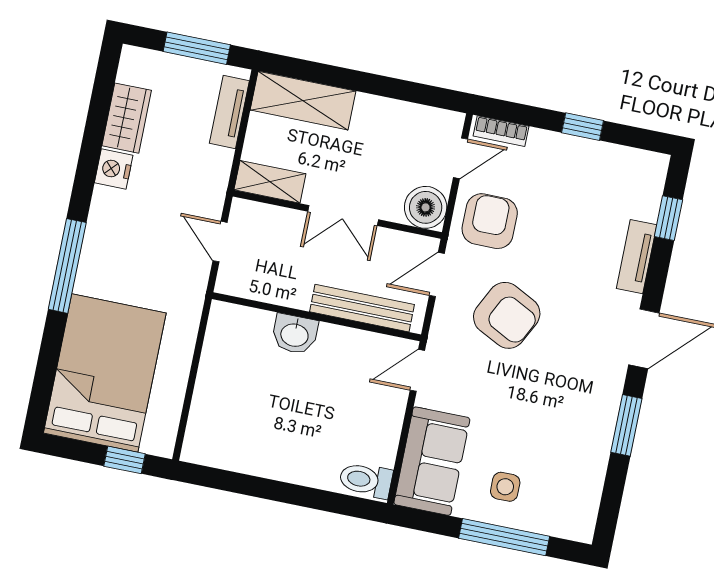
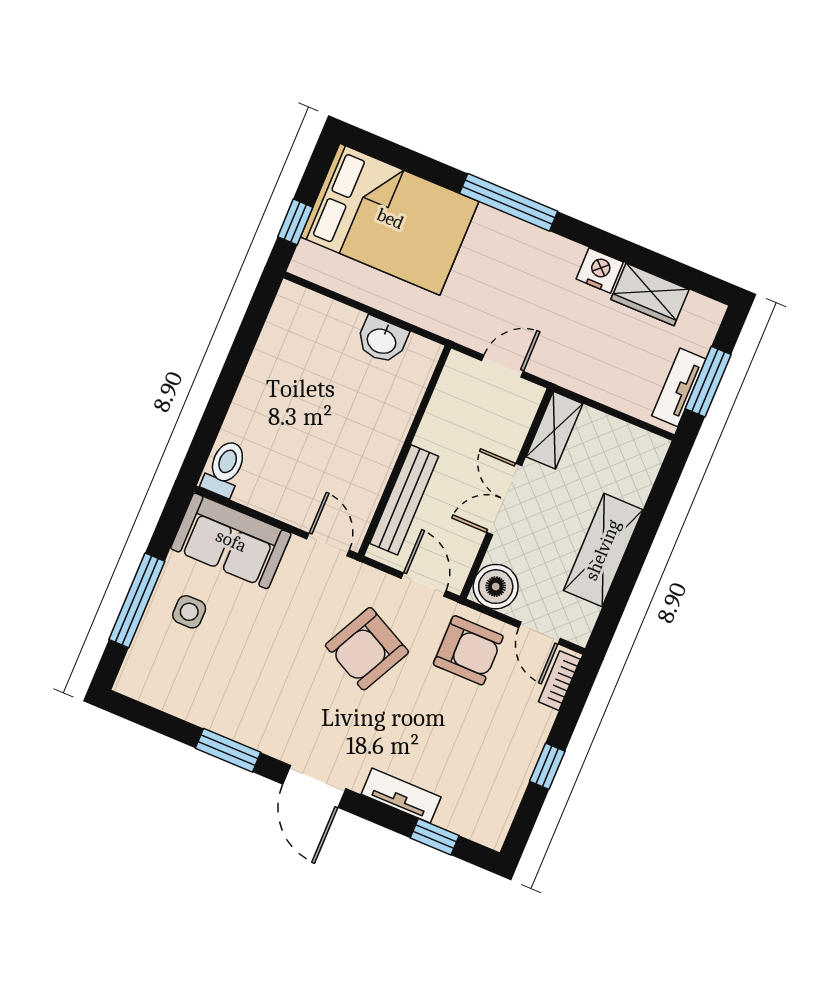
shelving: (303, 101) -> (603, 550), moved
tv unit: (229, 112) -> (679, 387), moved, turned -90
washbasin: (295, 334) -> (382, 340), moved, turned -90

